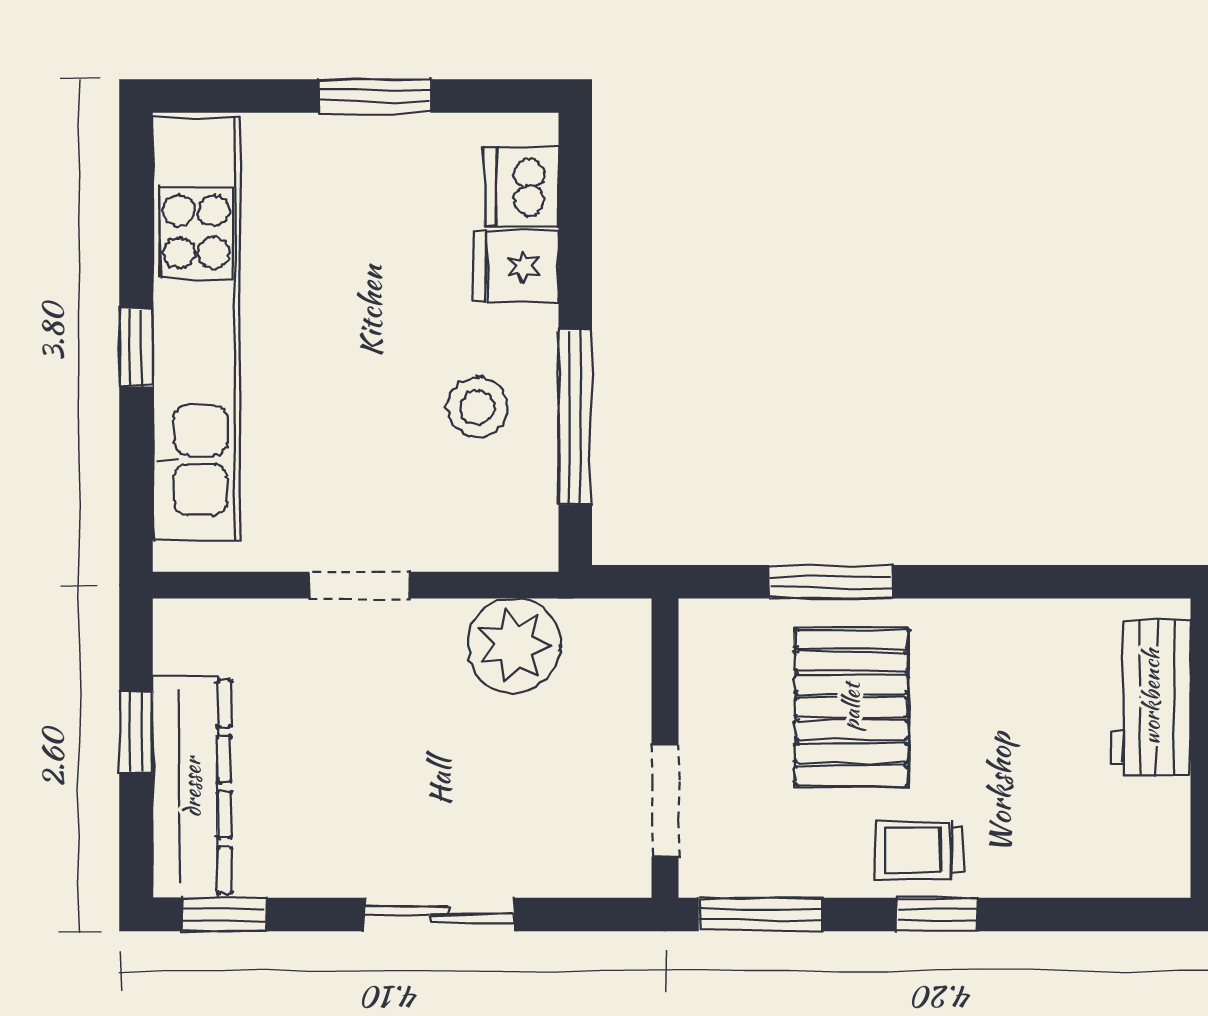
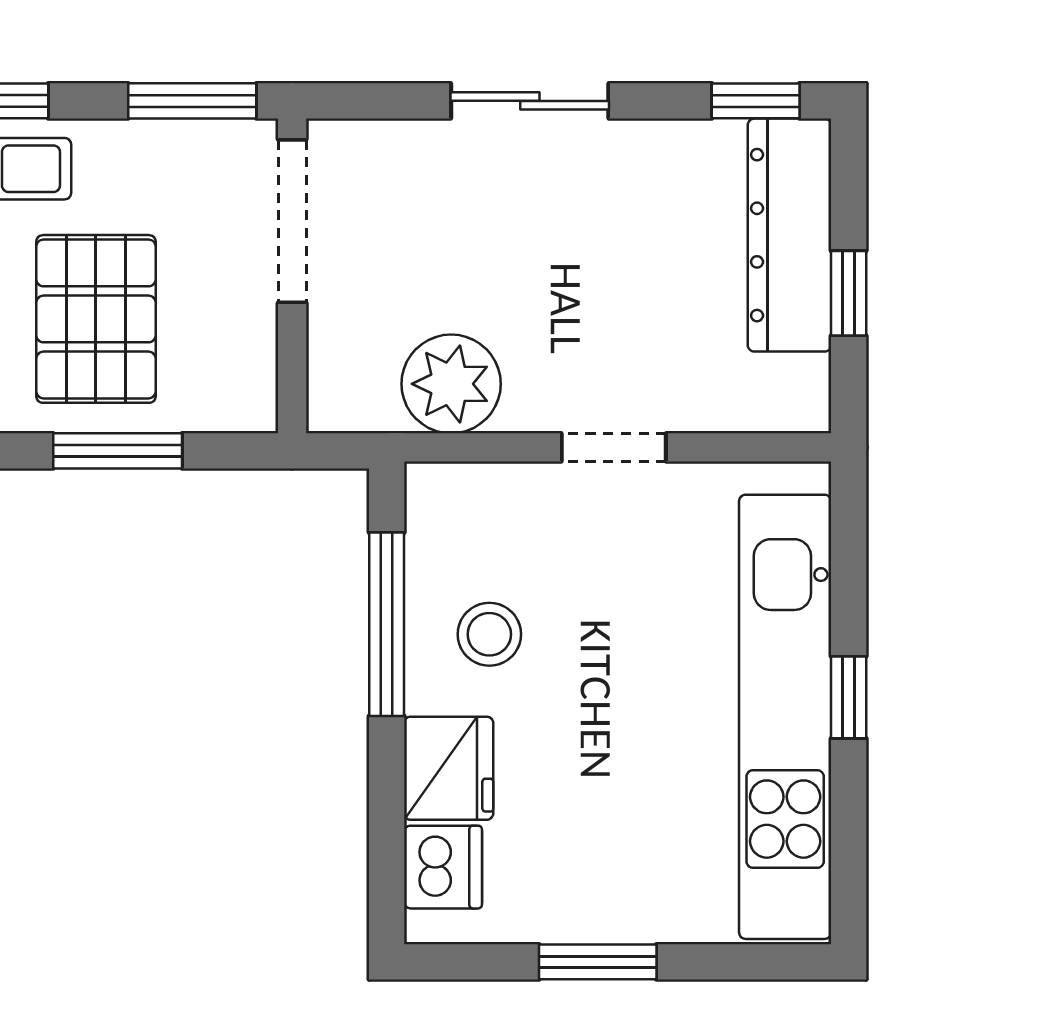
fridge: (516, 266) -> (449, 768), width x1.38
doorway: (665, 800) -> (292, 221), width x1.38

